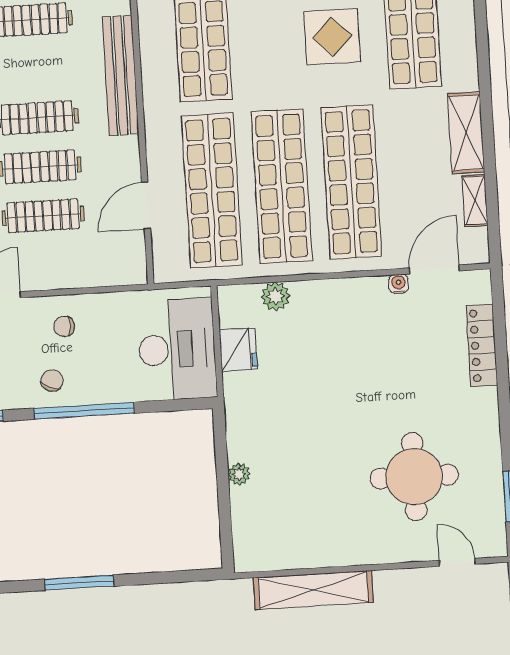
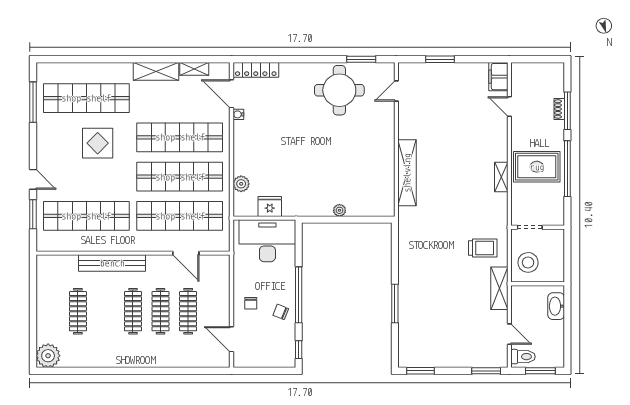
locker: (482, 345) -> (256, 70), moved
round table: (414, 477) -> (339, 90), moved

